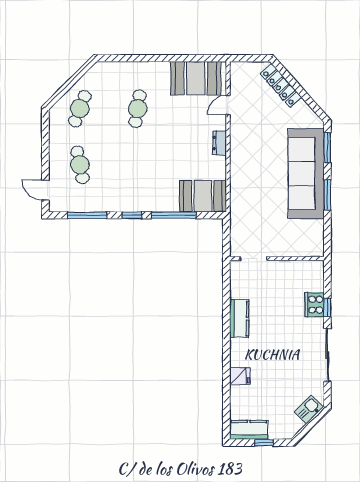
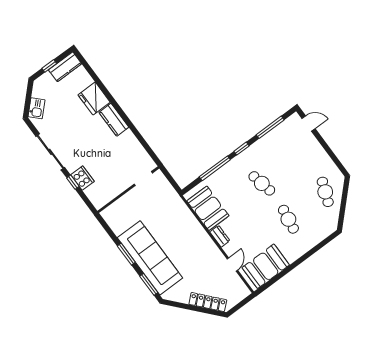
cafe table: (80, 165) -> (262, 183), moved
booth: (203, 196) -> (208, 208), moved, turned 90
kitchen counter: (239, 319) -> (114, 120), moved
fridge: (240, 376) -> (94, 99), width x1.88, depth x1.34

